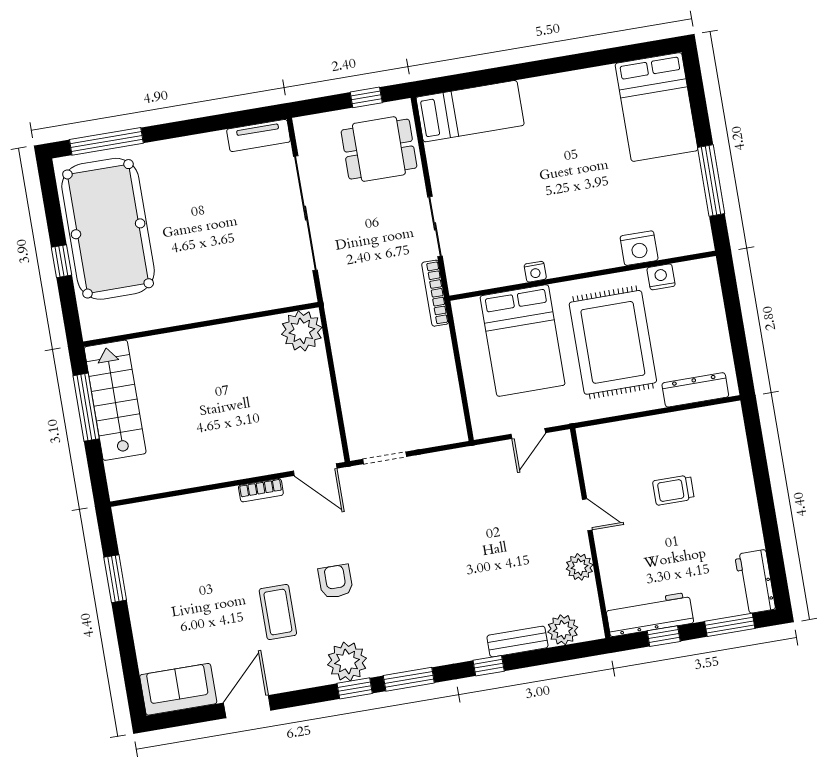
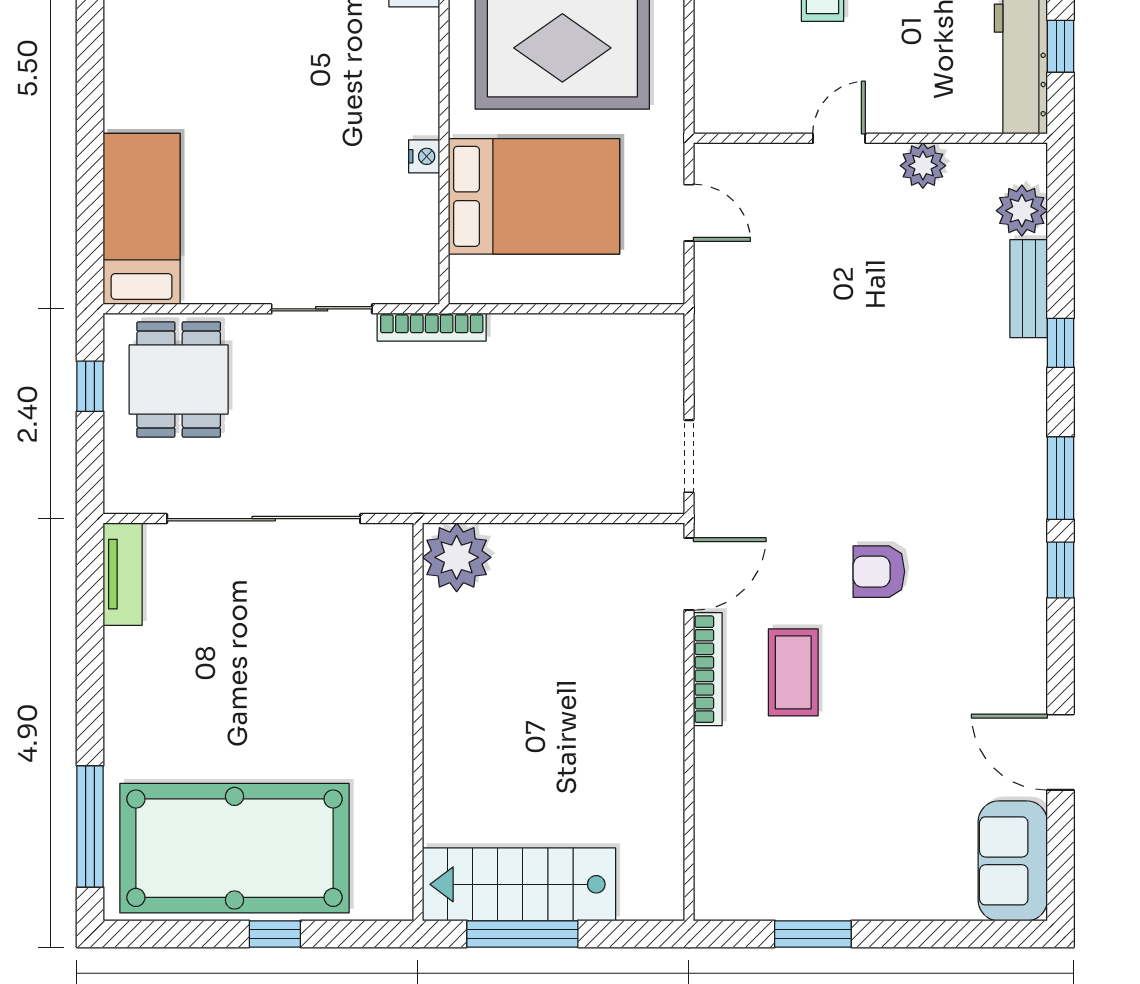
bookcase: (261, 490) -> (708, 669), width x1.56
coffee table: (278, 612) -> (793, 672), moved, turned 90
plant: (347, 662) -> (1014, 575), removed

